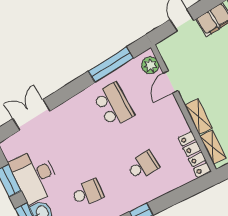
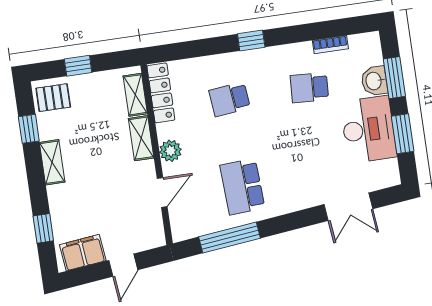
plant: (150, 65) -> (170, 151), moved

